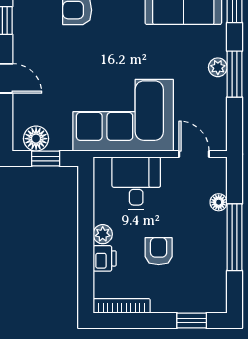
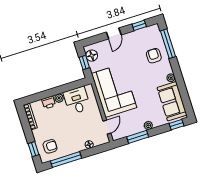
window: (235, 74) -> (138, 137), moved
desk: (136, 183) -> (77, 100), moved, turned -90
window: (235, 237) -> (66, 160), moved
armchair: (159, 251) -> (50, 146), moved

